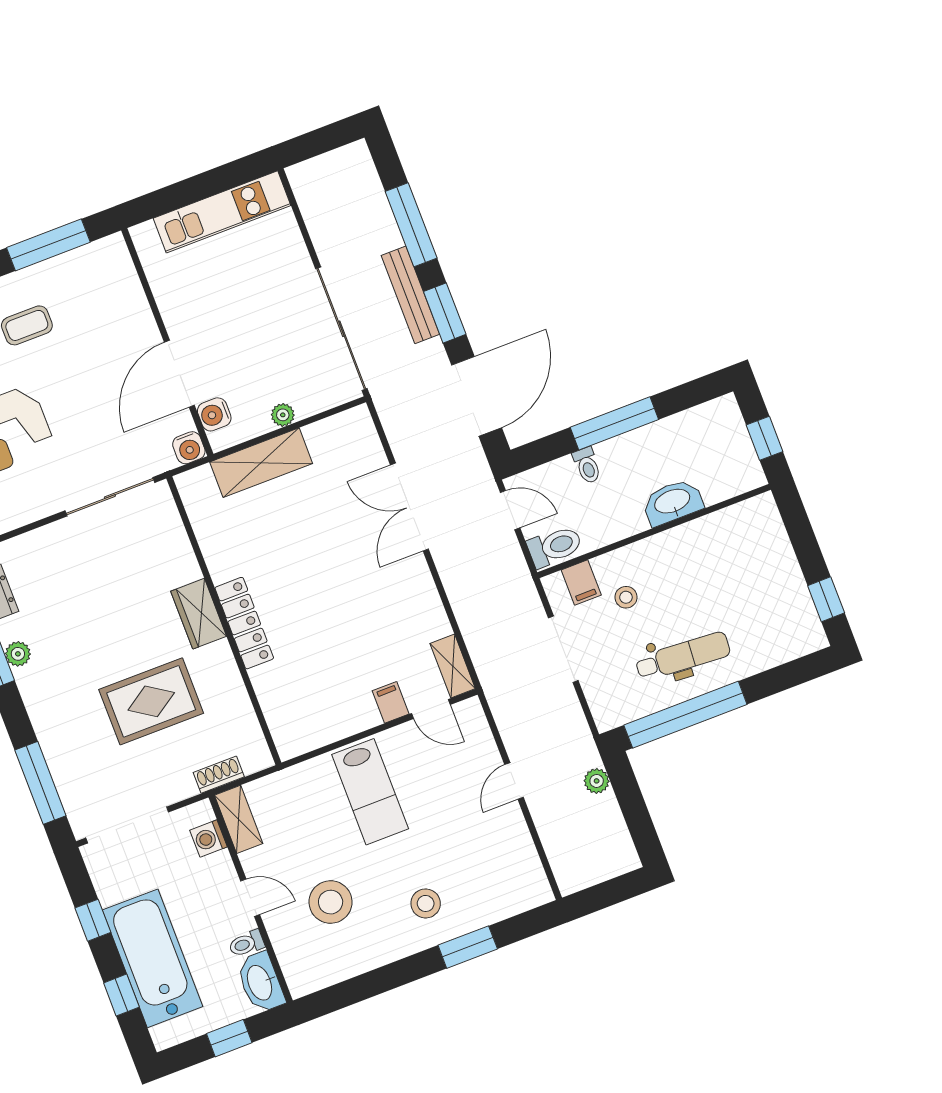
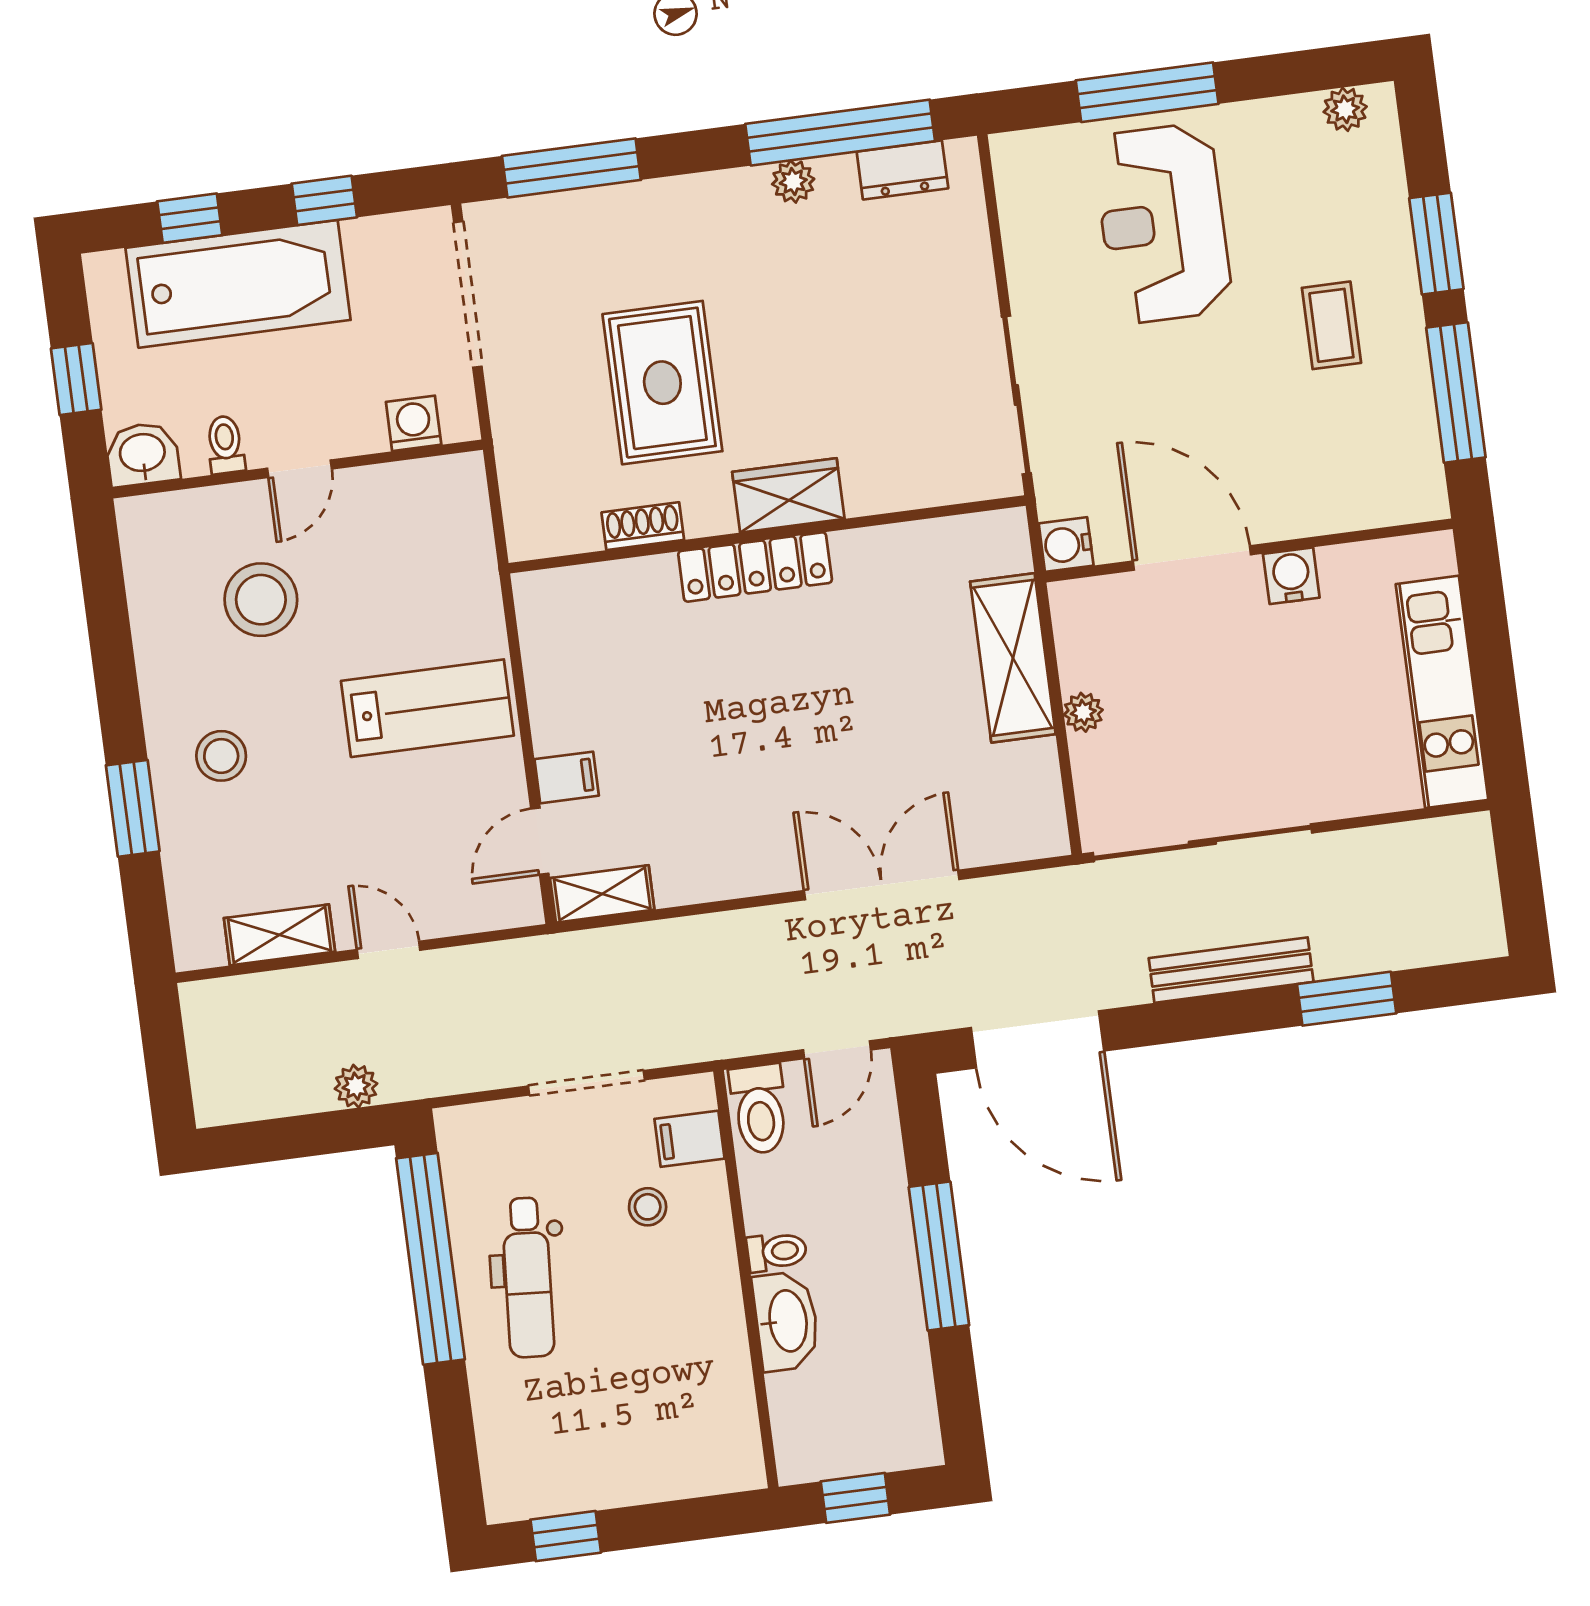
window: (411, 225) -> (1347, 999), width x0.69
window: (445, 313) -> (1188, 1020), removed
water cooler: (214, 414) -> (1291, 576), moved
toilet: (587, 465) -> (777, 1252), moved, turned 180
shoe rack: (219, 775) -> (643, 526), moved, turned -90
lab bench: (370, 792) -> (427, 708), turned 180
shelving: (239, 819) -> (279, 935), moved
washbasin: (260, 982) -> (143, 454), width x0.72

